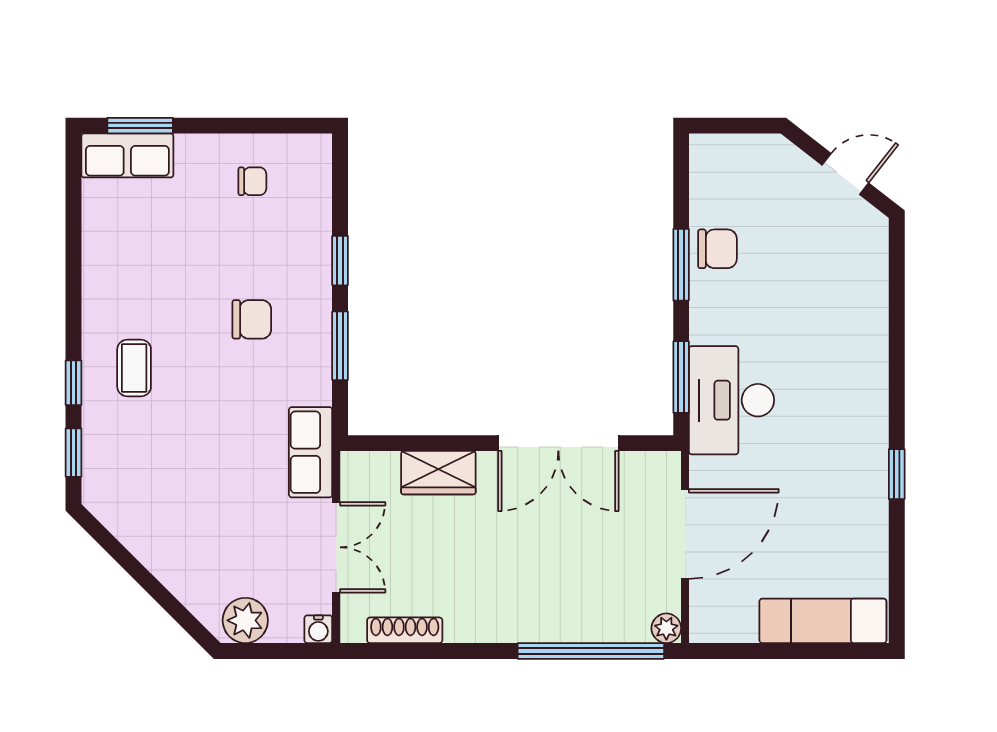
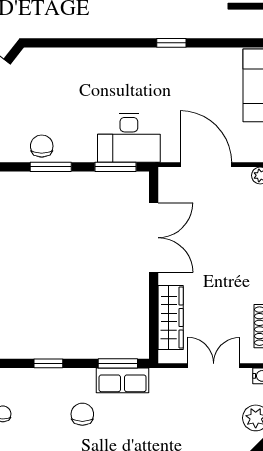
window: (340, 346) -> (118, 363), moved
row of seats: (311, 452) -> (123, 380), moved
wardrobe: (438, 473) -> (171, 318), width x1.50

